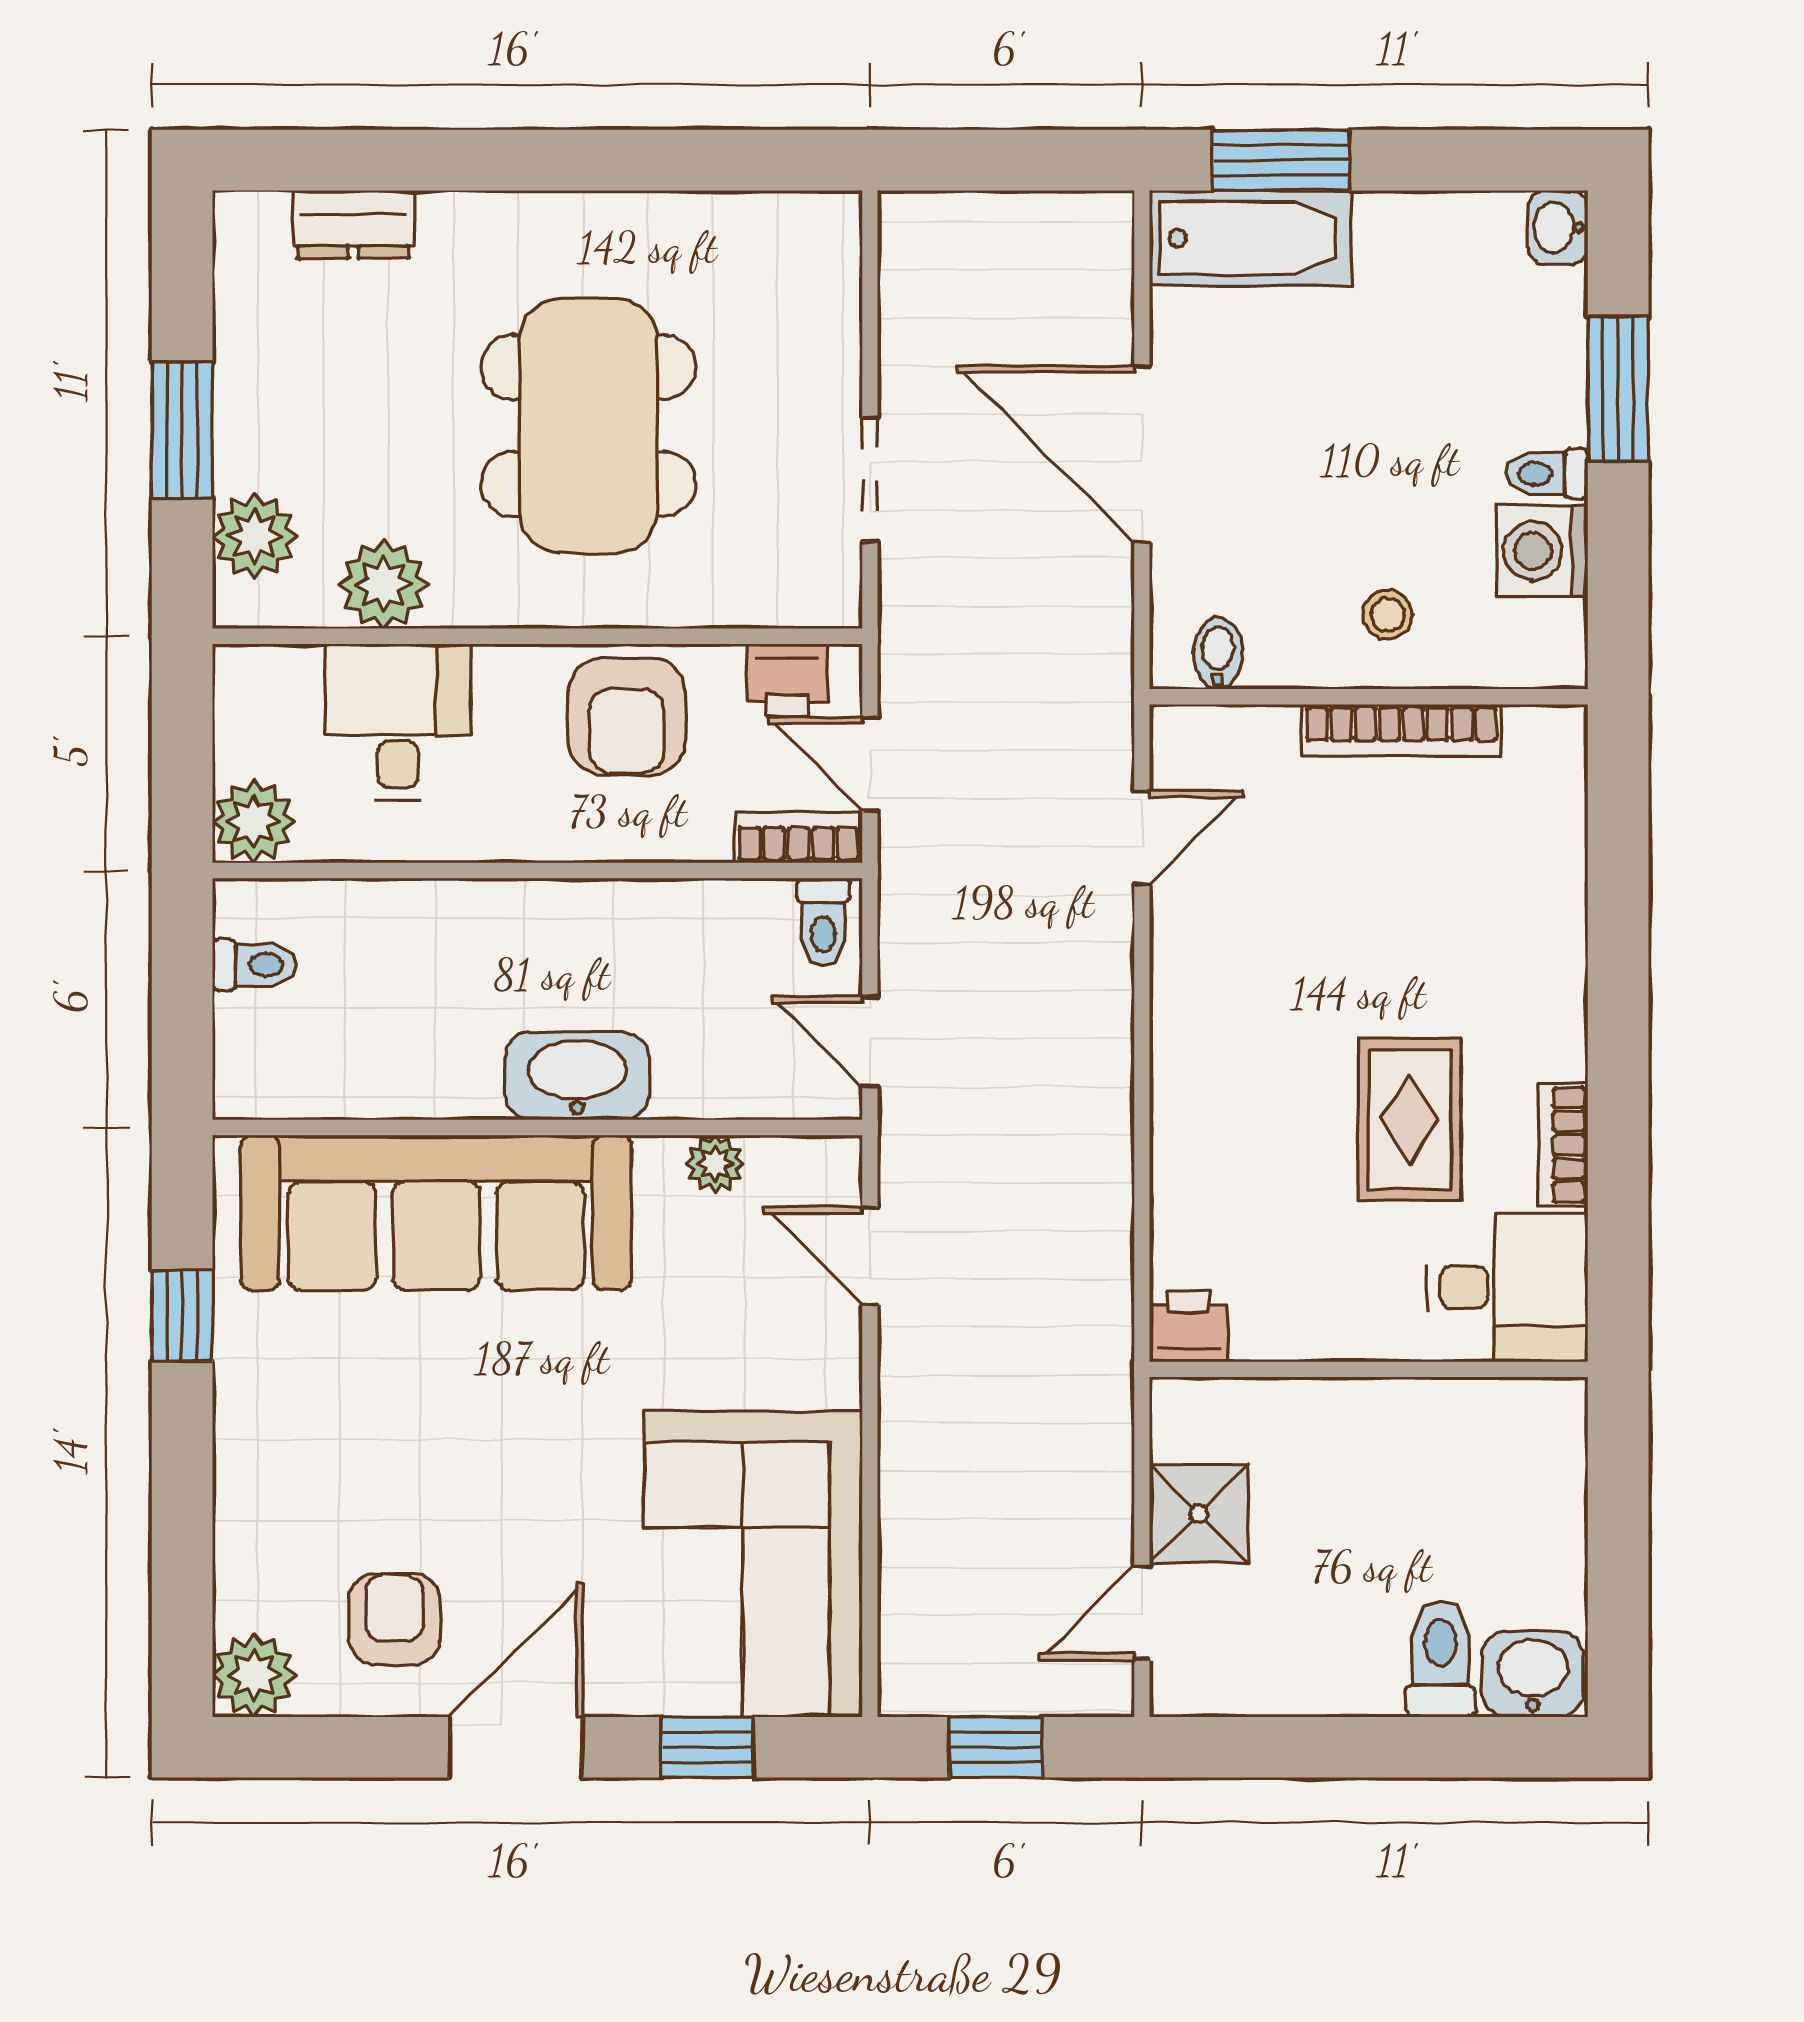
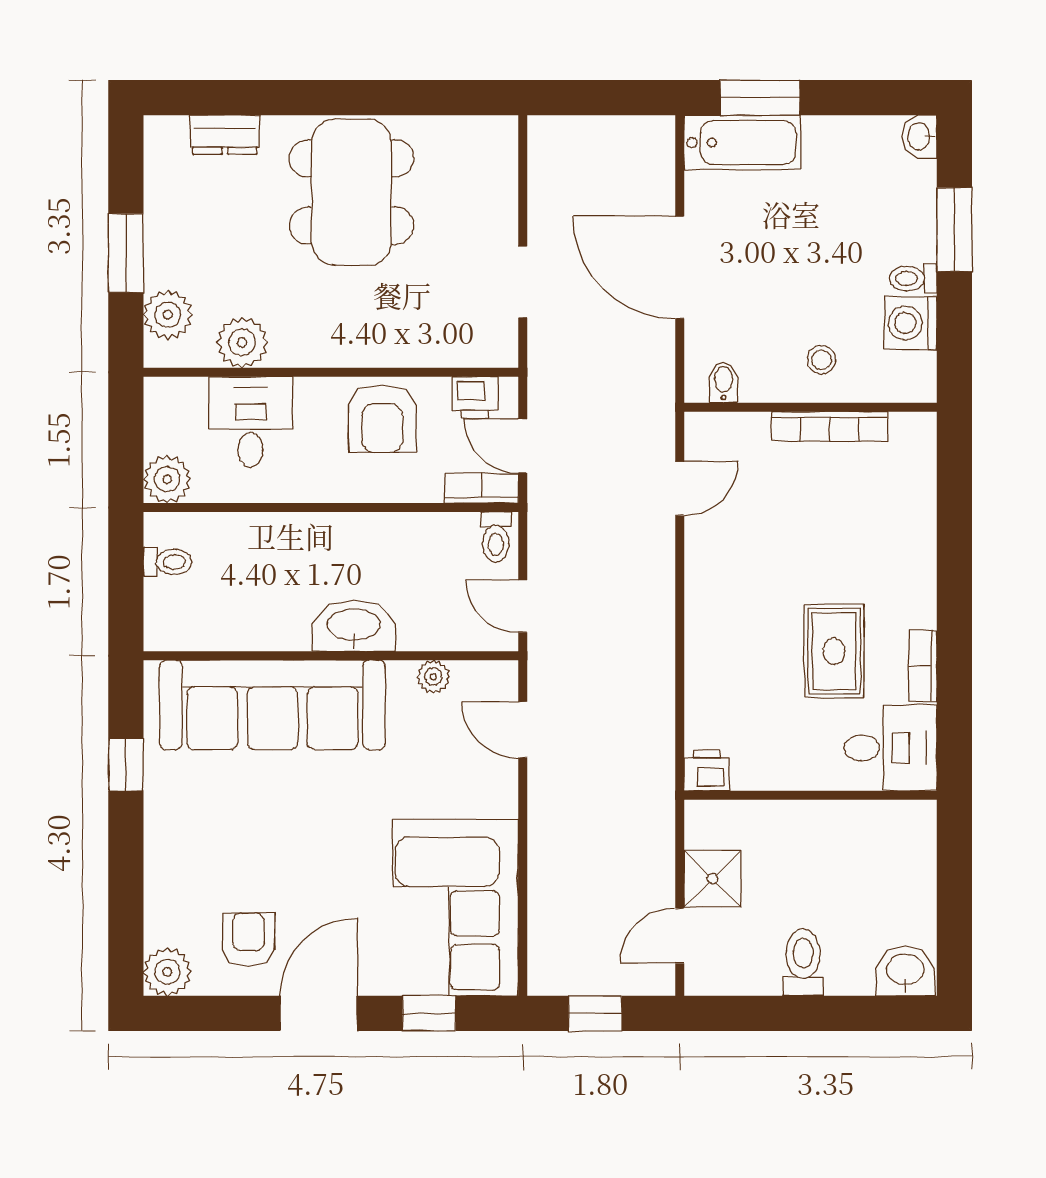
dining table: (588, 426) -> (351, 192), moved
toilet: (1440, 1659) -> (803, 962), moved

